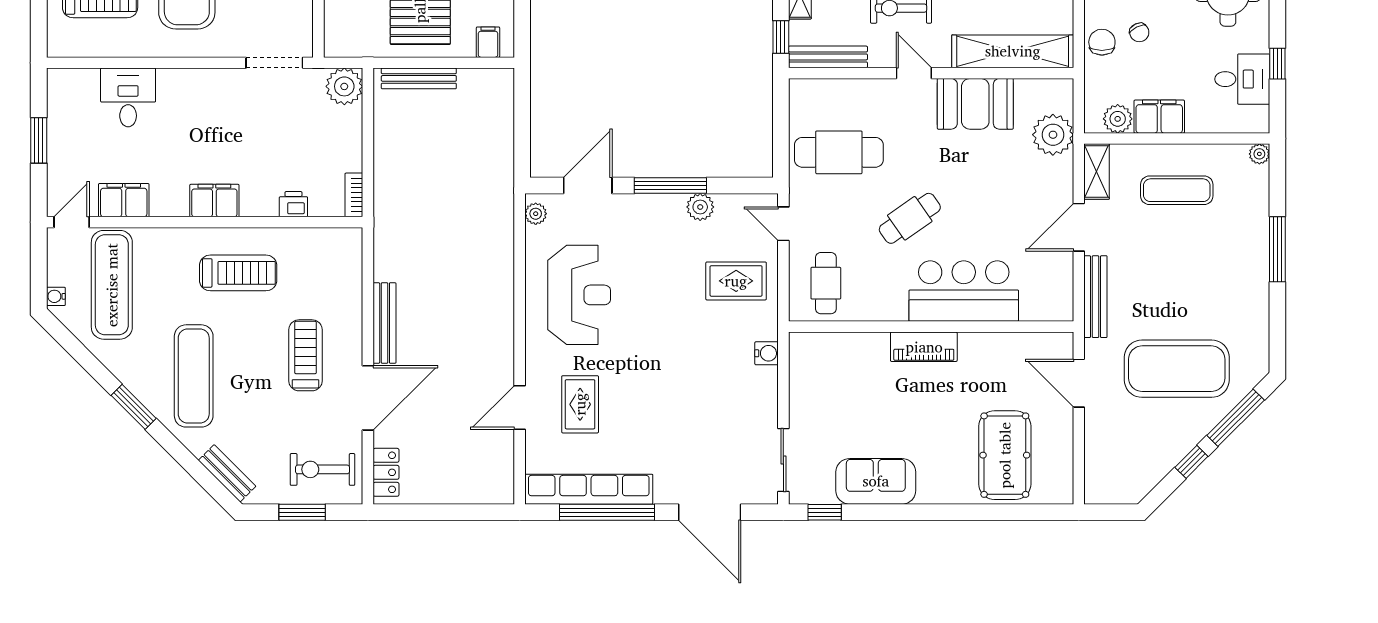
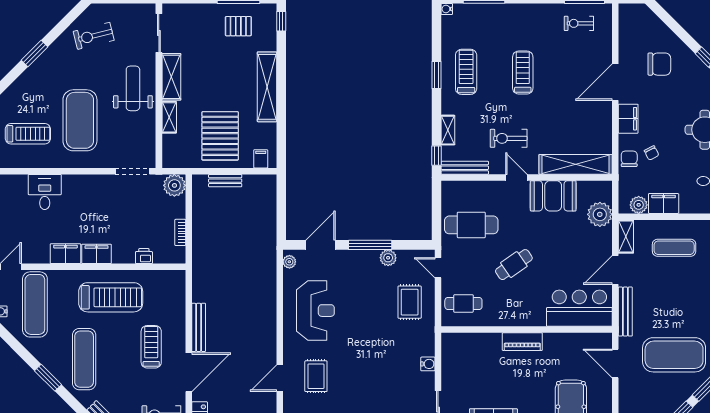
bench: (419, 78) -> (225, 181), width x0.73
bookcase: (354, 195) -> (180, 232), moved
filing cabinet: (124, 200) -> (65, 254), moved
treadmill: (238, 273) -> (111, 297), width x1.37, depth x1.38
rug: (736, 281) -> (410, 302), turned 90
cafe table: (826, 283) -> (463, 303), turned 90
bar counter: (964, 291) -> (579, 308), moved
water cooler: (767, 353) -> (428, 364), moved

